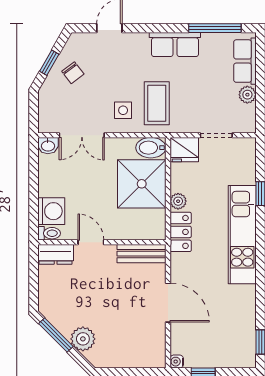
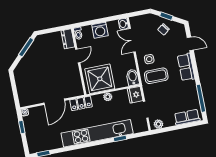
row of seats: (175, 44) -> (186, 67), moved
plant: (247, 95) -> (158, 124), moved
shower: (142, 184) -> (100, 79), moved
washing machine: (51, 211) -> (100, 30), moved
locker: (181, 232) -> (81, 103), moved
kitchen unit: (242, 235) -> (97, 133), width x1.36
bench: (141, 254) -> (77, 83), removed
plant: (83, 339) -> (27, 62), removed

